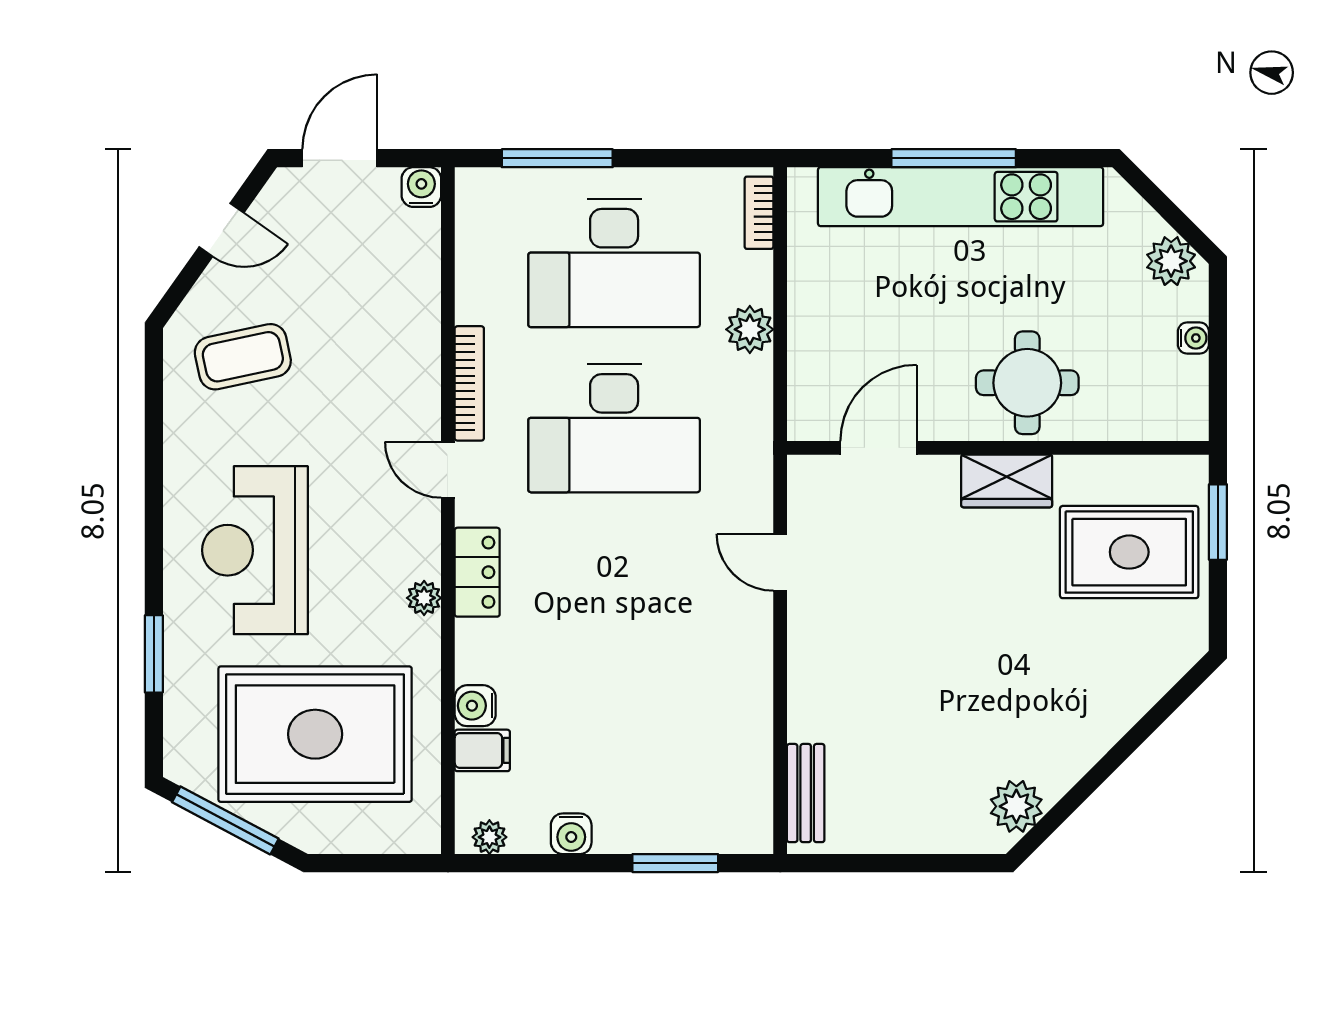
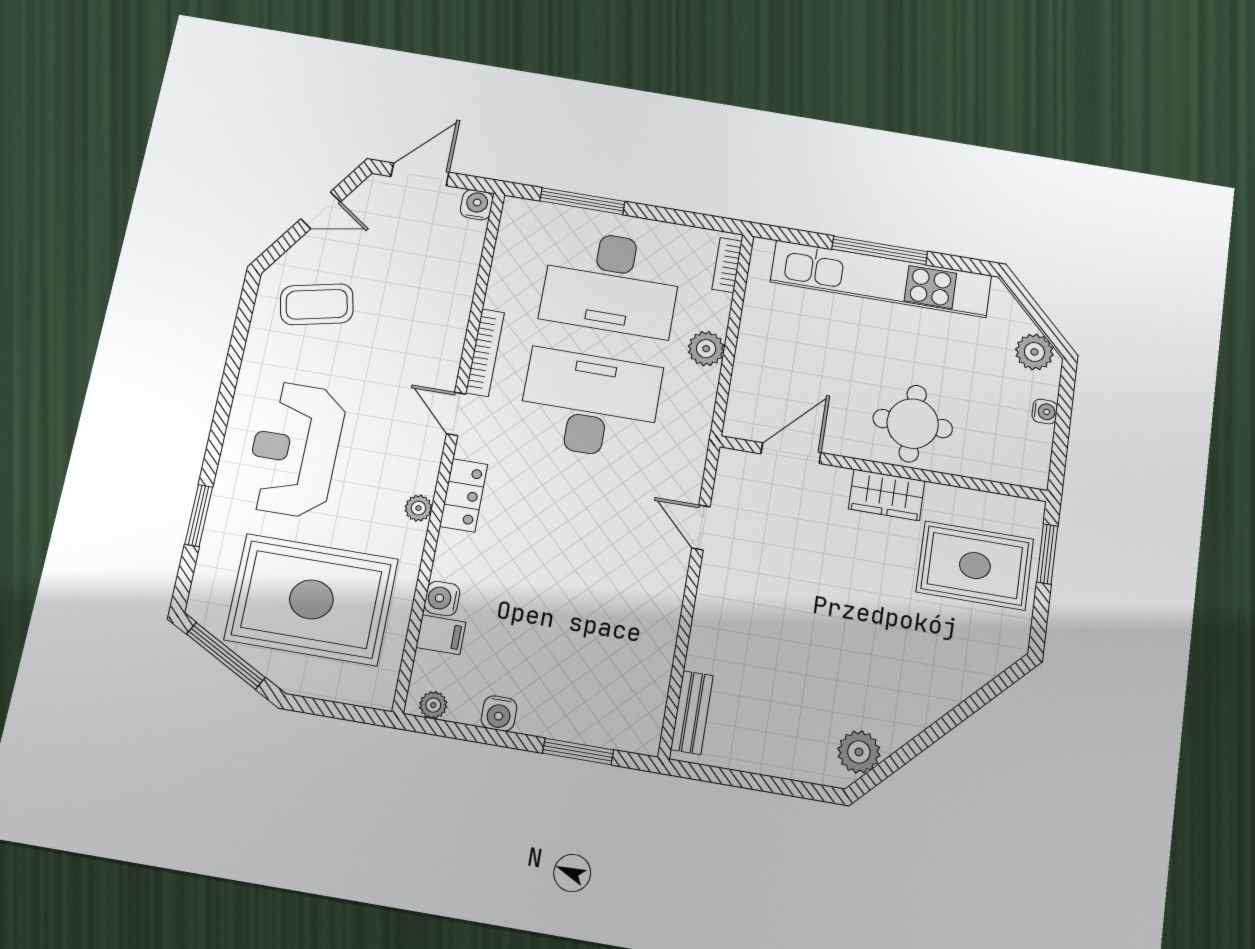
desk: (614, 428) -> (590, 404), turned 180

